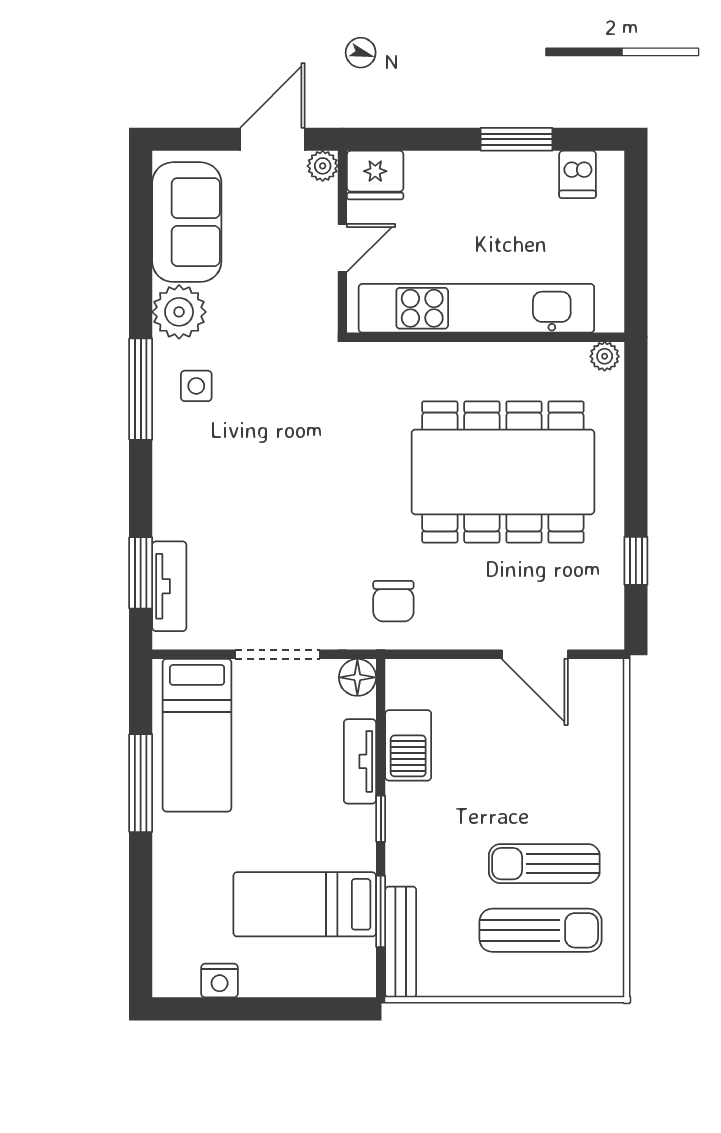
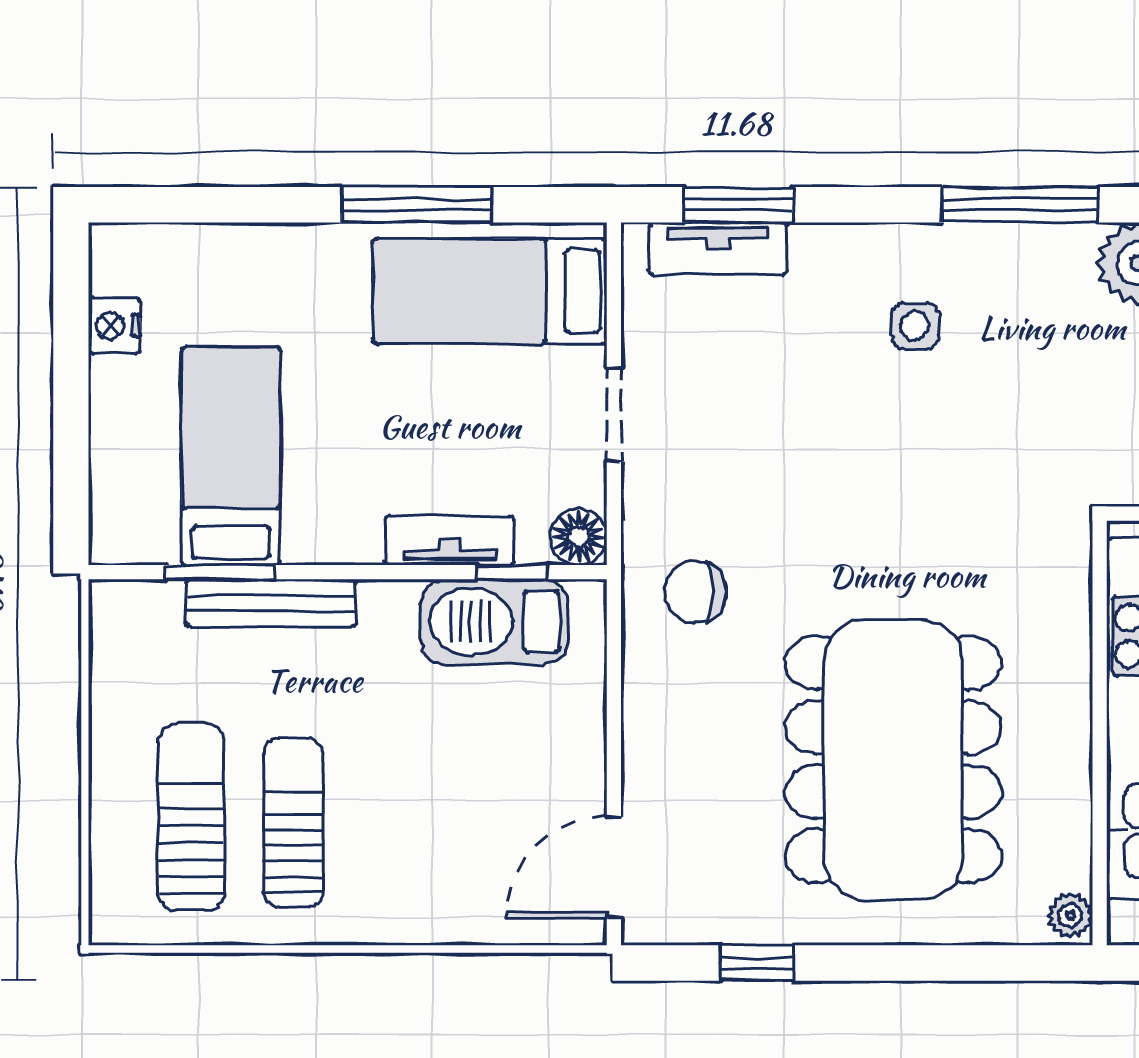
side table: (196, 386) -> (915, 326), moved
doorway: (278, 654) -> (614, 415), width x0.73
door: (535, 654) -> (614, 867), moved
barbecue: (408, 745) -> (494, 622), width x1.37, depth x1.21
window: (381, 819) -> (512, 572), moved
sun lounger: (541, 930) -> (191, 817), turned 180
bench: (401, 942) -> (271, 603), moved

